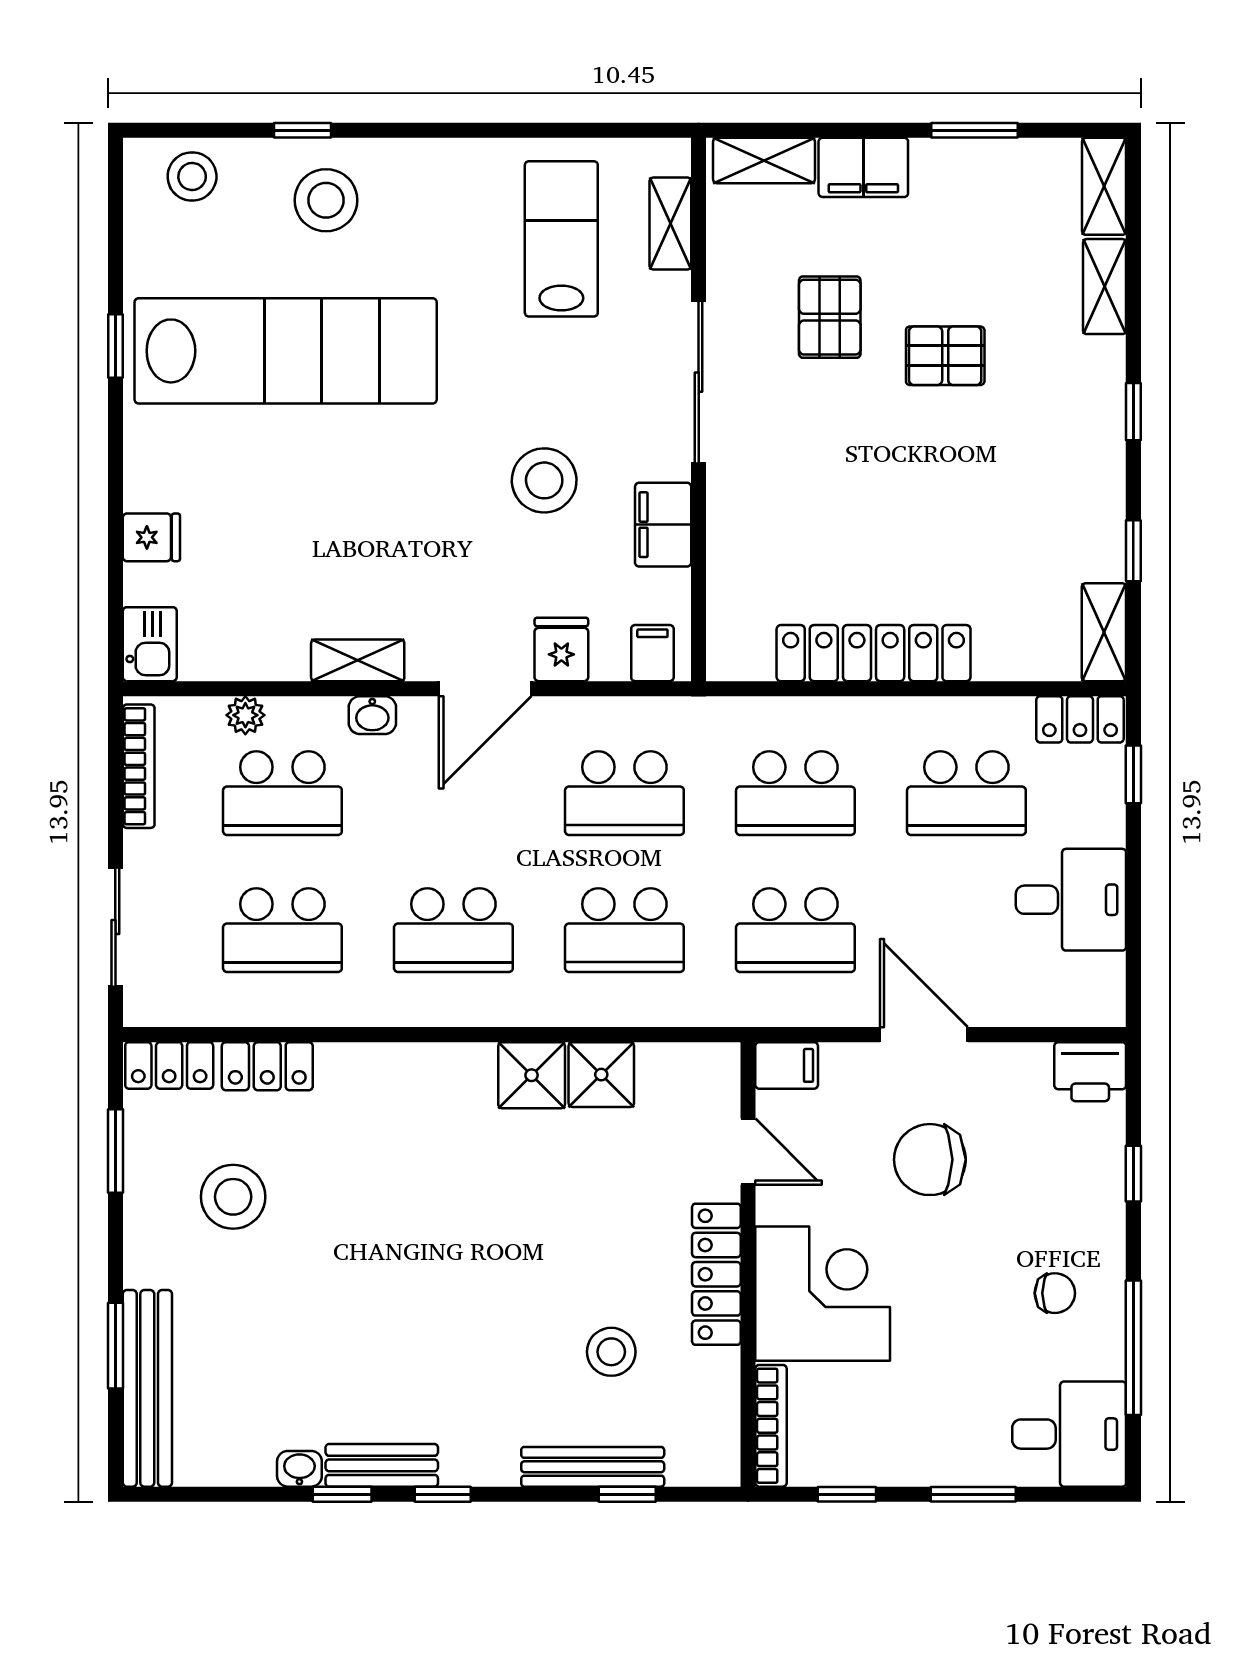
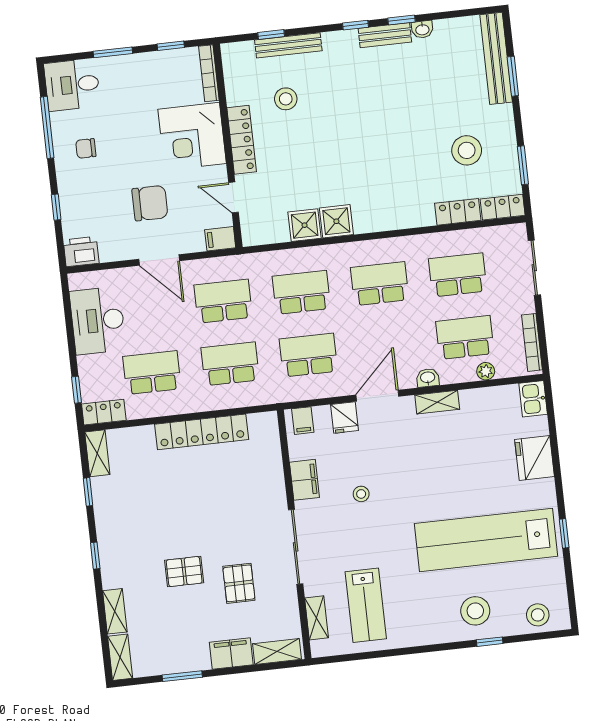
stool: (544, 480) -> (361, 494), width x0.53, depth x0.53
fridge: (151, 537) -> (535, 458), width x1.88, depth x1.34
desk: (1071, 900) -> (98, 321), width x1.37

